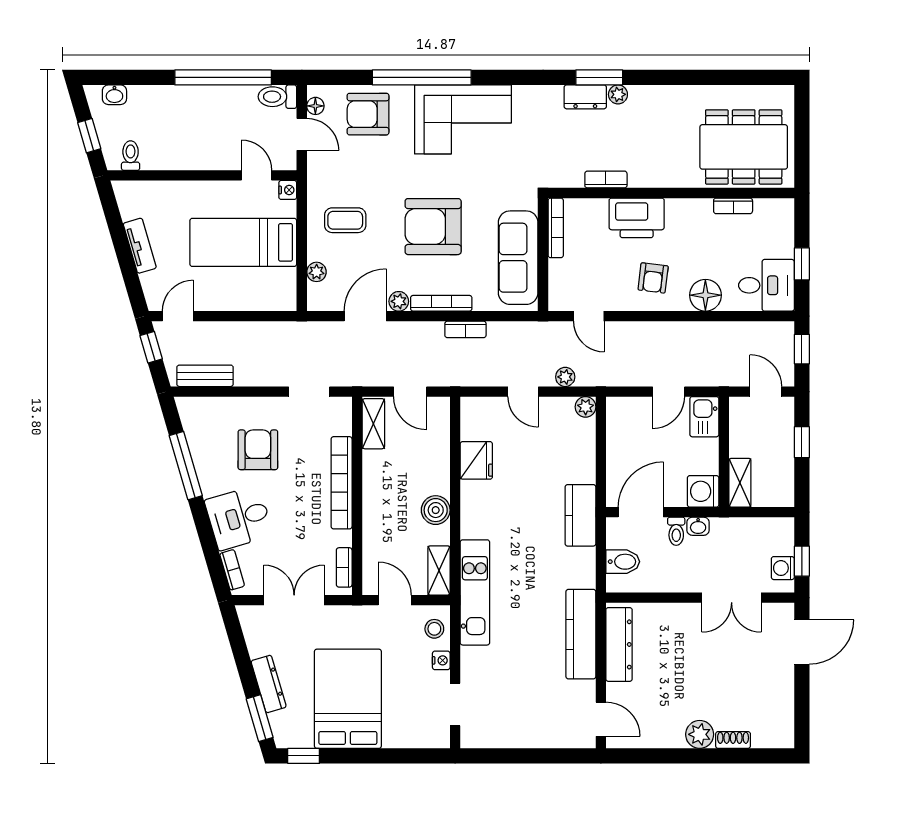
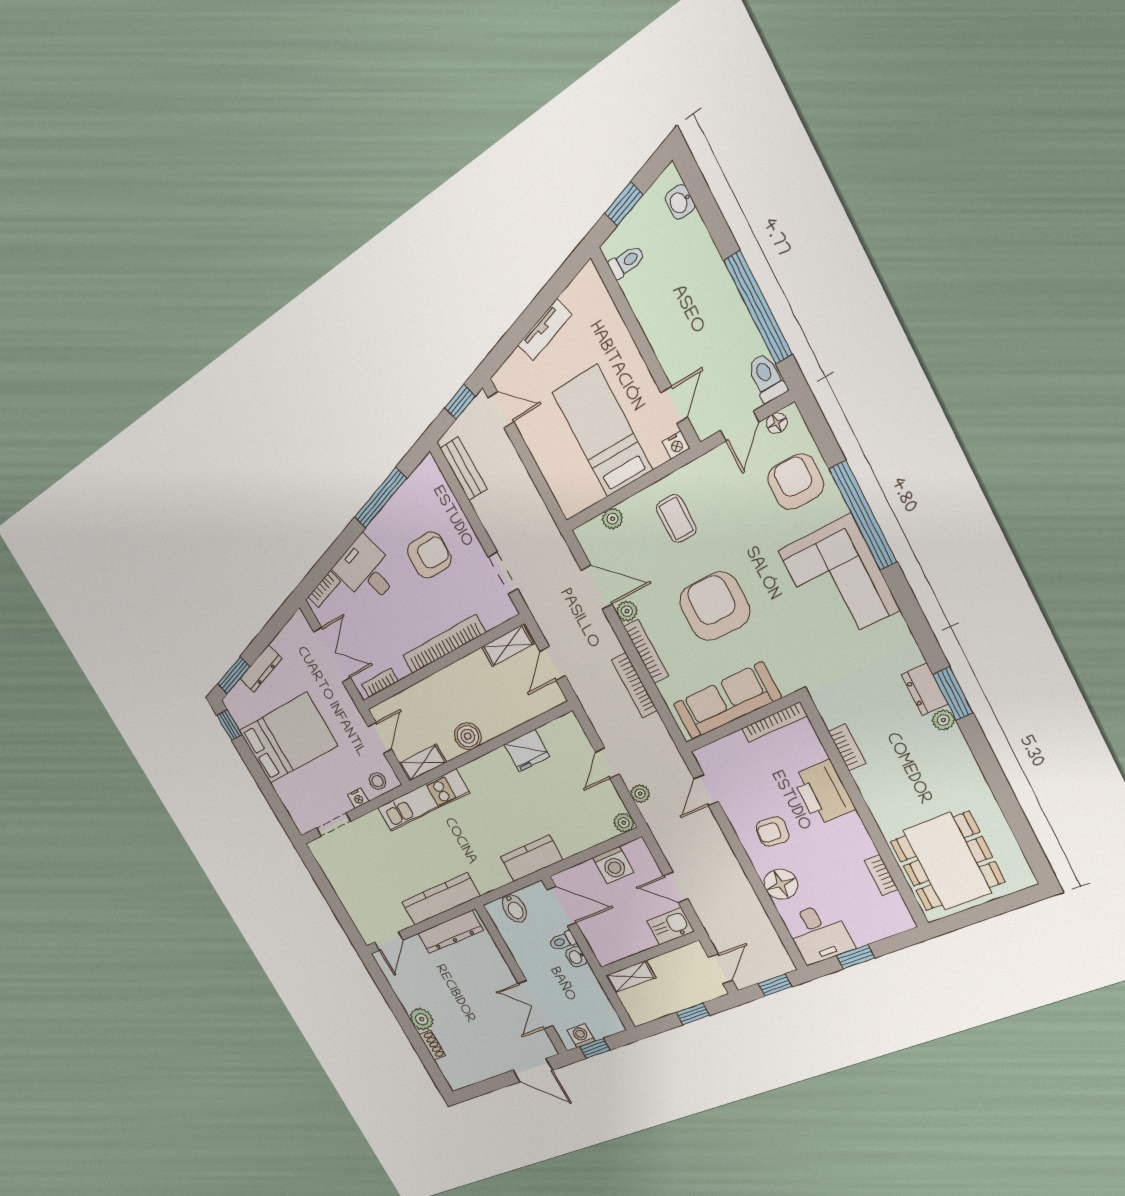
bookcase: (465, 329) -> (634, 685), width x1.56
washing machine: (703, 491) -> (613, 865), moved, turned 180

